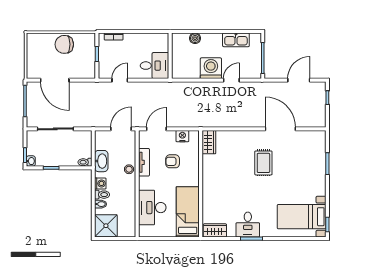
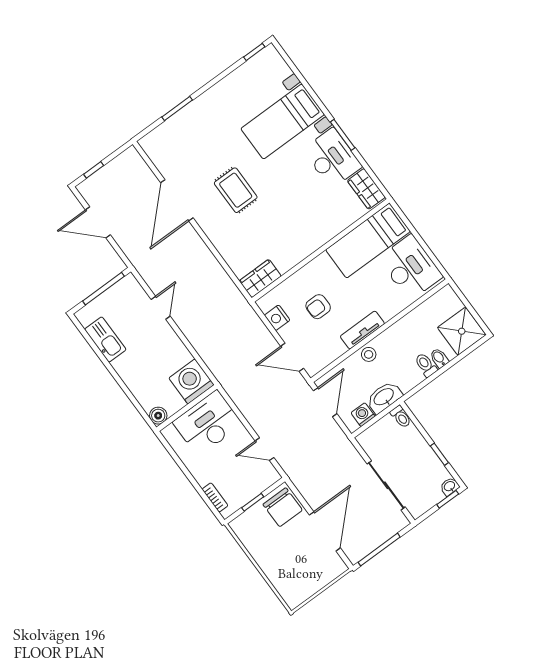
boiler: (195, 38) -> (158, 416), moved
chair: (64, 44) -> (283, 507), moved
desk: (155, 66) -> (208, 423), width x1.37
washing machine: (211, 68) -> (191, 381), moved, turned 90
door: (231, 80) -> (161, 308), swing flipped
door: (121, 129) -> (325, 402), swing flipped
armchair: (173, 161) -> (318, 307), turned 90
tv unit: (144, 162) -> (362, 330), moved
rug: (263, 163) -> (236, 190), turned 90
washing machine: (100, 183) -> (363, 415), moved
desk: (152, 208) -> (410, 267), moved, turned -90
bed with nightstands: (302, 217) -> (283, 122), moved, turned 90
desk: (248, 225) -> (332, 158), width x1.37

